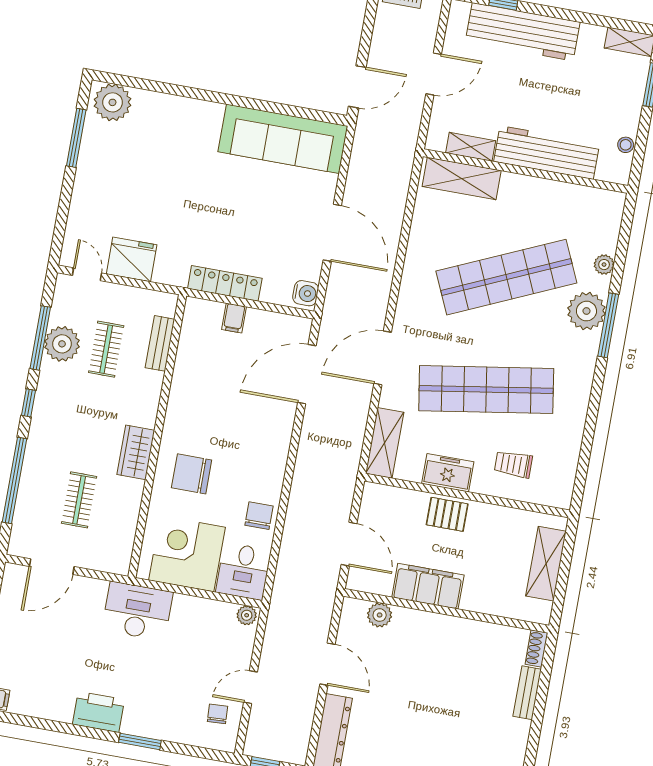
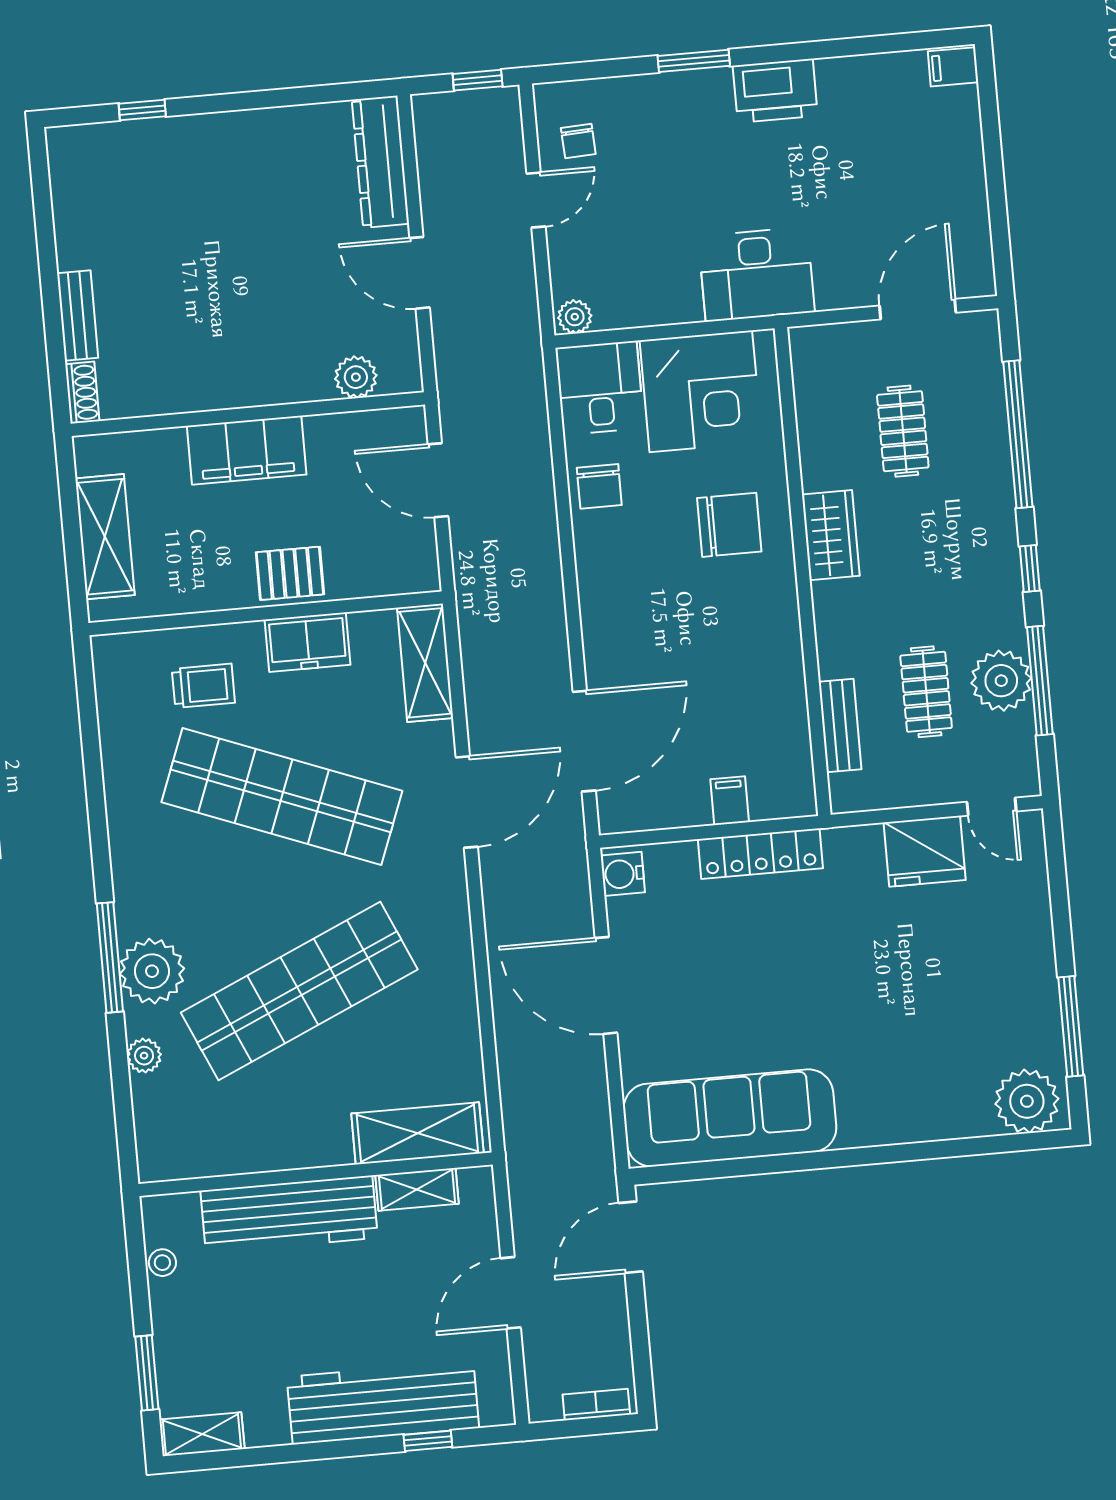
shop shelf: (486, 390) -> (282, 797), turned 30
filing cabinet: (428, 586) -> (247, 450), moved

